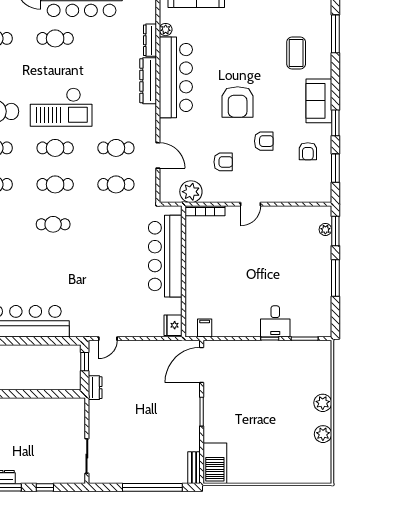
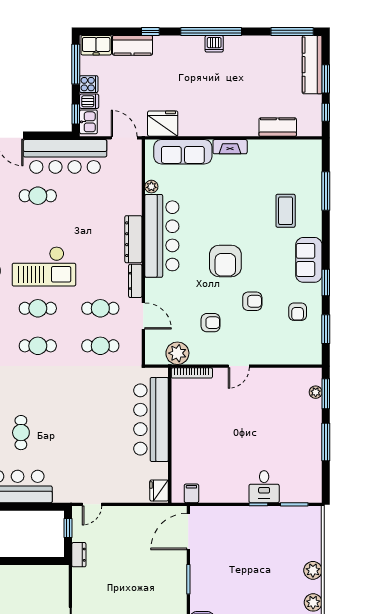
dresser: (150, 40) -> (135, 281), moved
cafe table: (53, 224) -> (21, 433), moved, turned 90

